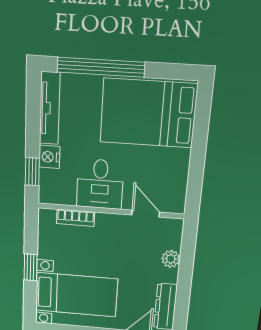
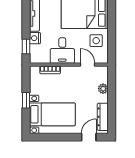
side table: (166, 170) -> (96, 41), added

